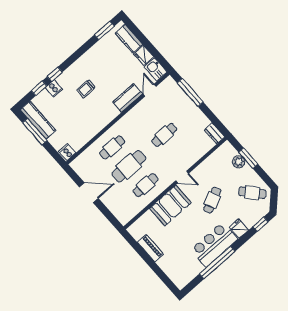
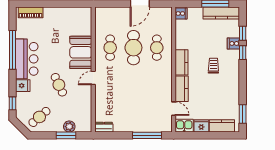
kitchen counter: (106, 117) -> (182, 62), added
cafe table: (164, 135) -> (133, 91), removed
piano: (150, 248) -> (31, 12), moved

